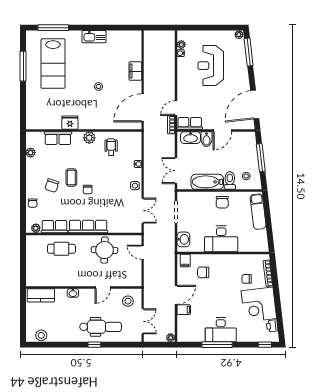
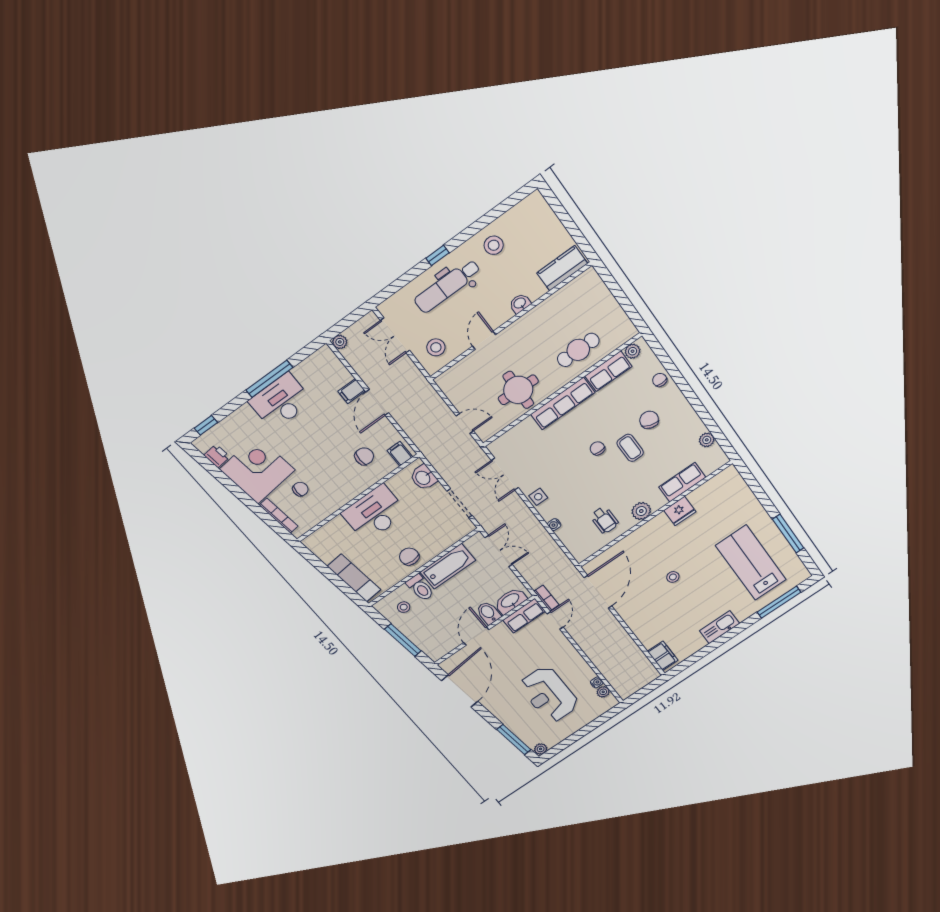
reception desk: (211, 66) -> (549, 695), turned 180
filing cabinet: (135, 71) -> (663, 656), moved
stool: (41, 335) -> (494, 245), moved

